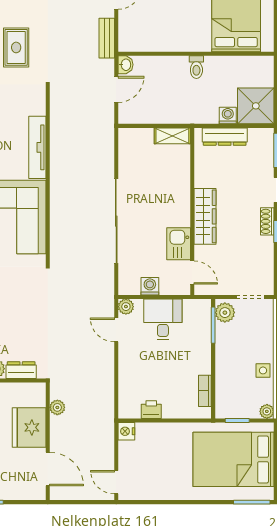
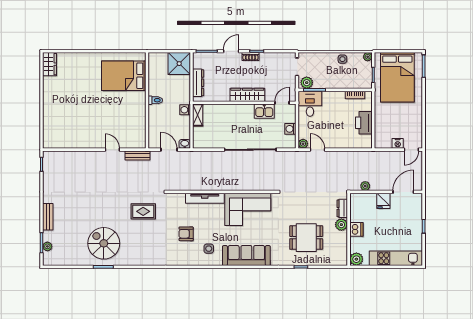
washbasin: (126, 65) -> (185, 144), moved
washing machine: (228, 116) -> (185, 110), moved
desk: (163, 319) -> (310, 104), moved, turned 90
door: (116, 330) -> (317, 150), swing flipped
printer: (151, 410) -> (364, 123), width x1.87, depth x1.48
fridge: (29, 427) -> (383, 201), width x0.53, depth x0.75
nightstand: (126, 431) -> (398, 143), moved

